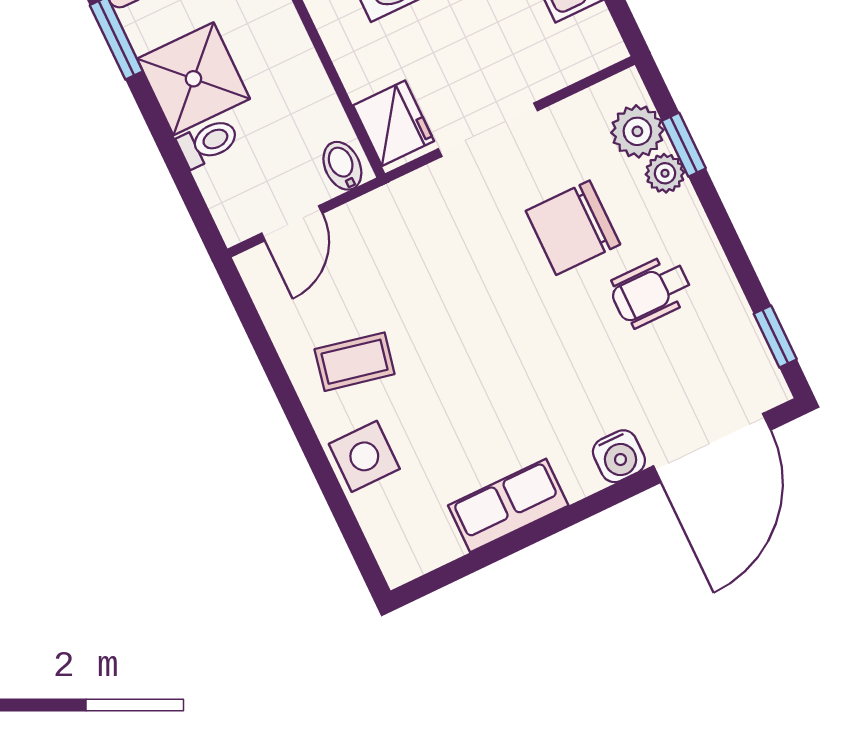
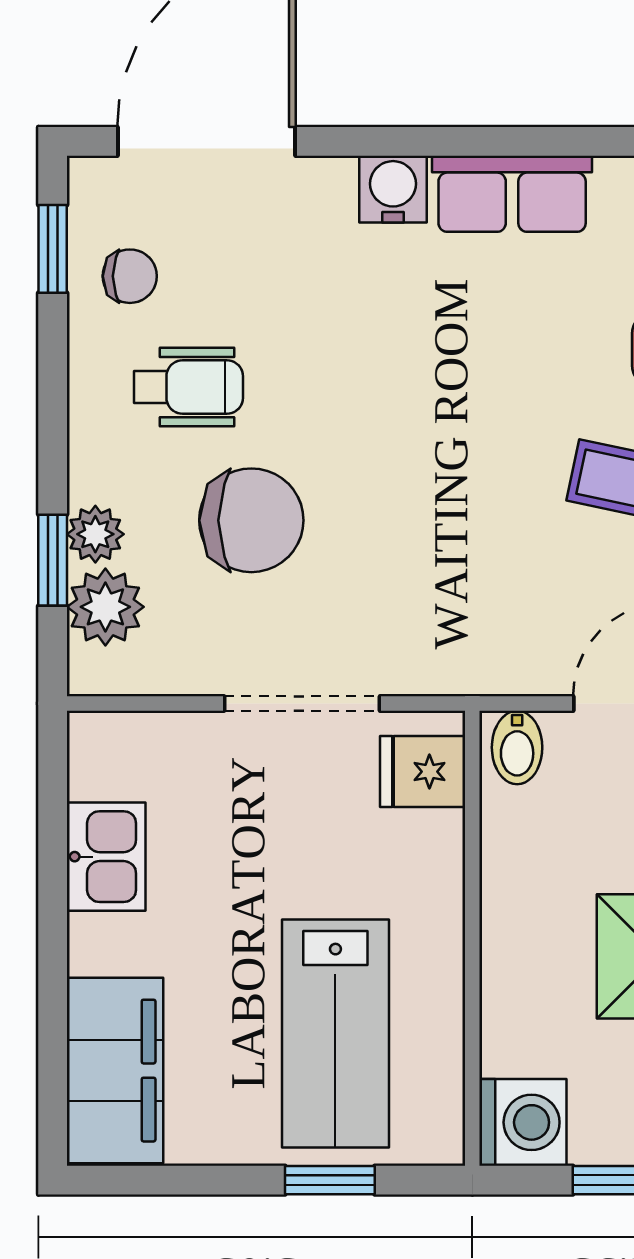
fridge: (393, 123) -> (423, 772), width x0.72
chair: (720, 342) -> (130, 276), added
water cooler: (619, 456) -> (393, 189), moved

